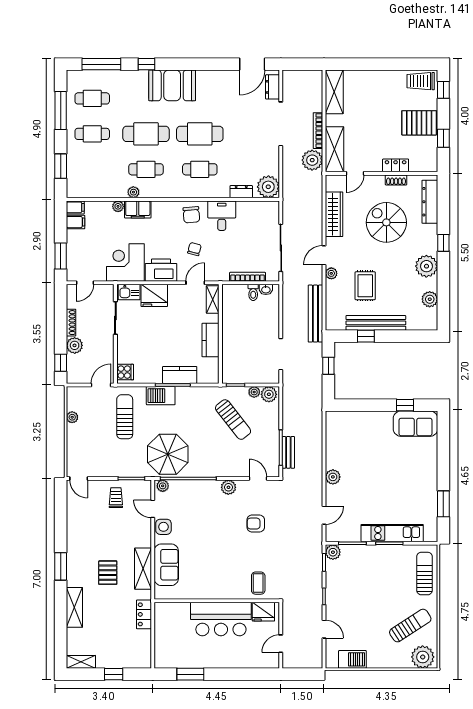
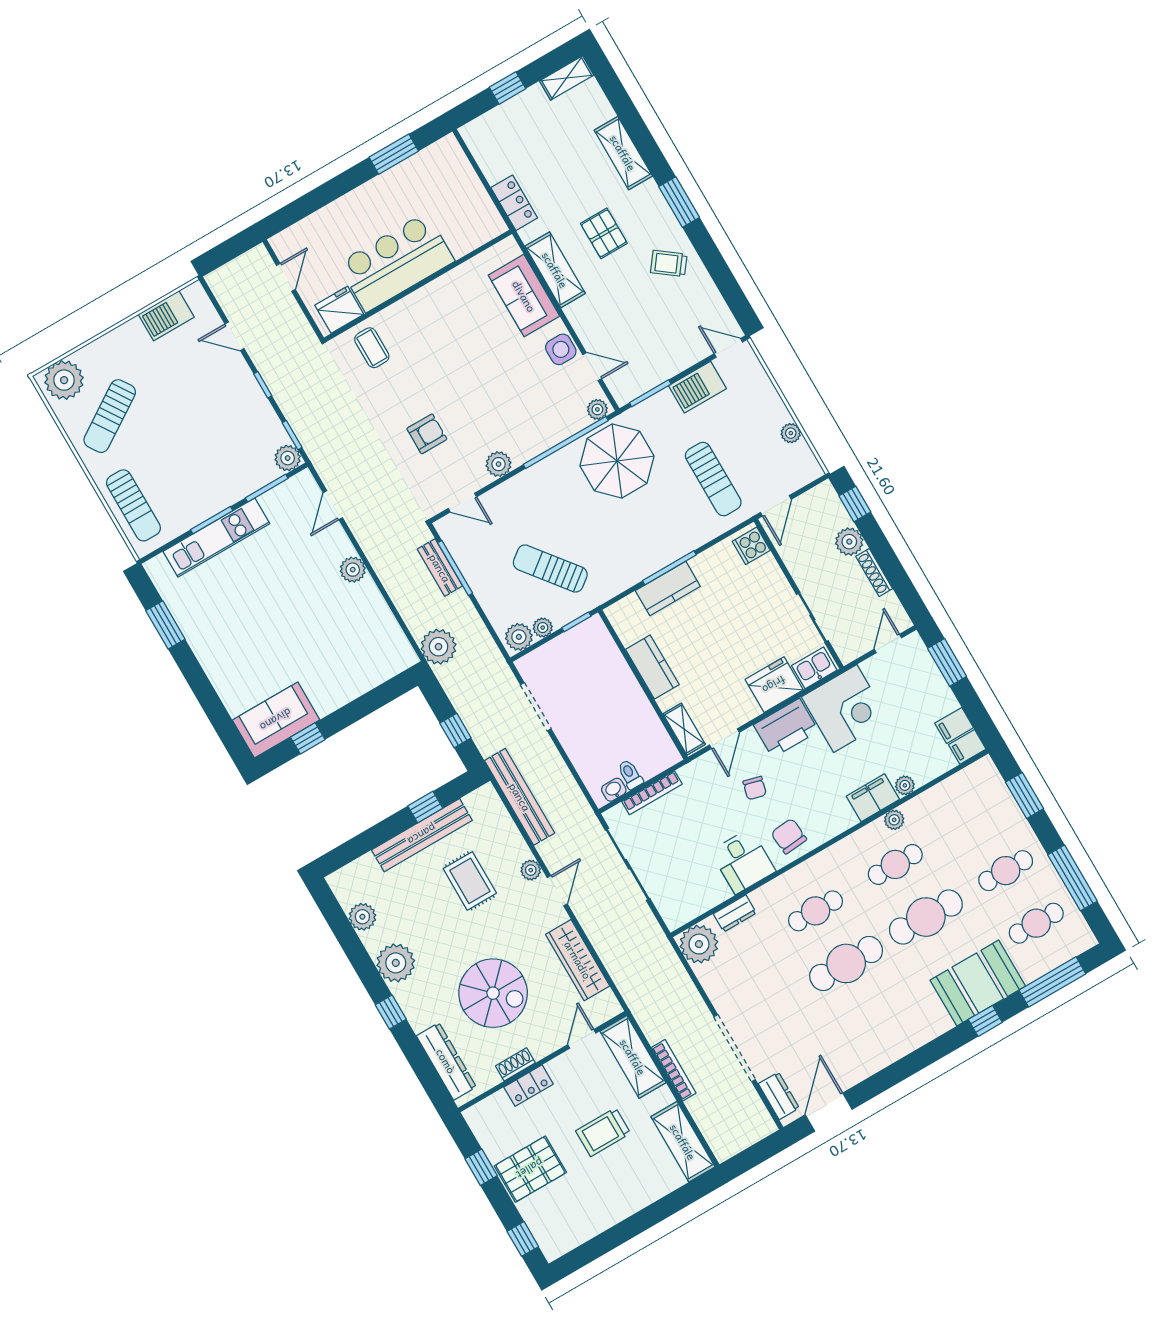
trolley: (421, 81) -> (603, 1132), moved, turned 180
booth: (172, 85) -> (978, 983), moved
plant: (312, 160) -> (439, 647), moved
barbecue: (161, 396) -> (698, 387), moved, turned 180
trolley: (116, 498) -> (669, 264), moved, turned 127

